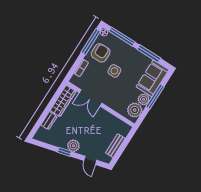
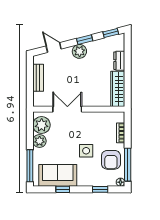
window: (122, 37) -> (100, 189), width x0.46
window: (149, 54) -> (63, 189), width x0.46
sofa: (152, 78) -> (58, 175), moved, turned -90
window: (155, 97) -> (30, 166), moved
double door: (90, 98) -> (67, 109), moved
window: (42, 145) -> (111, 33), added

